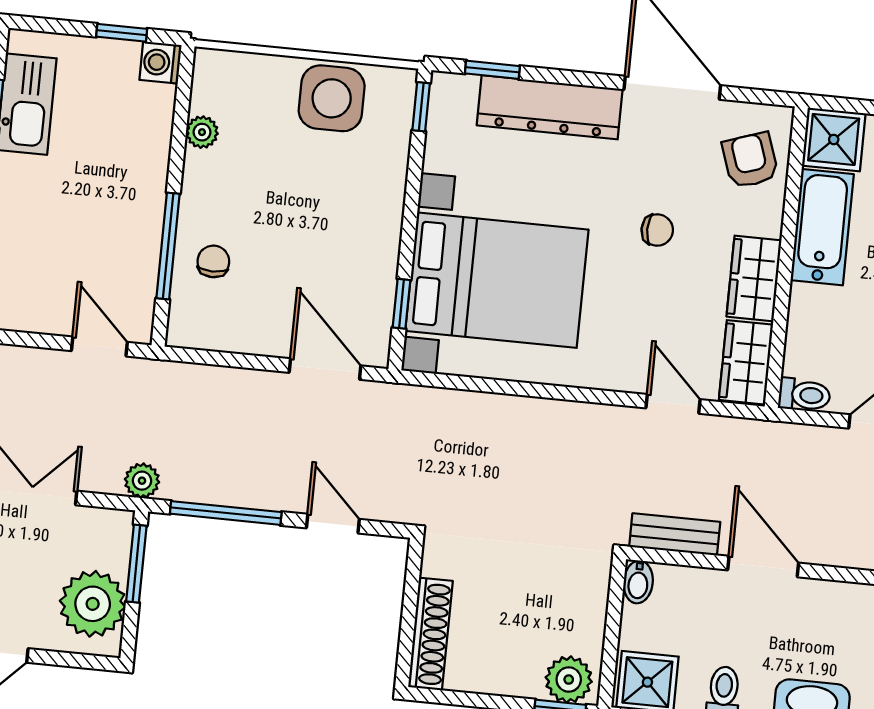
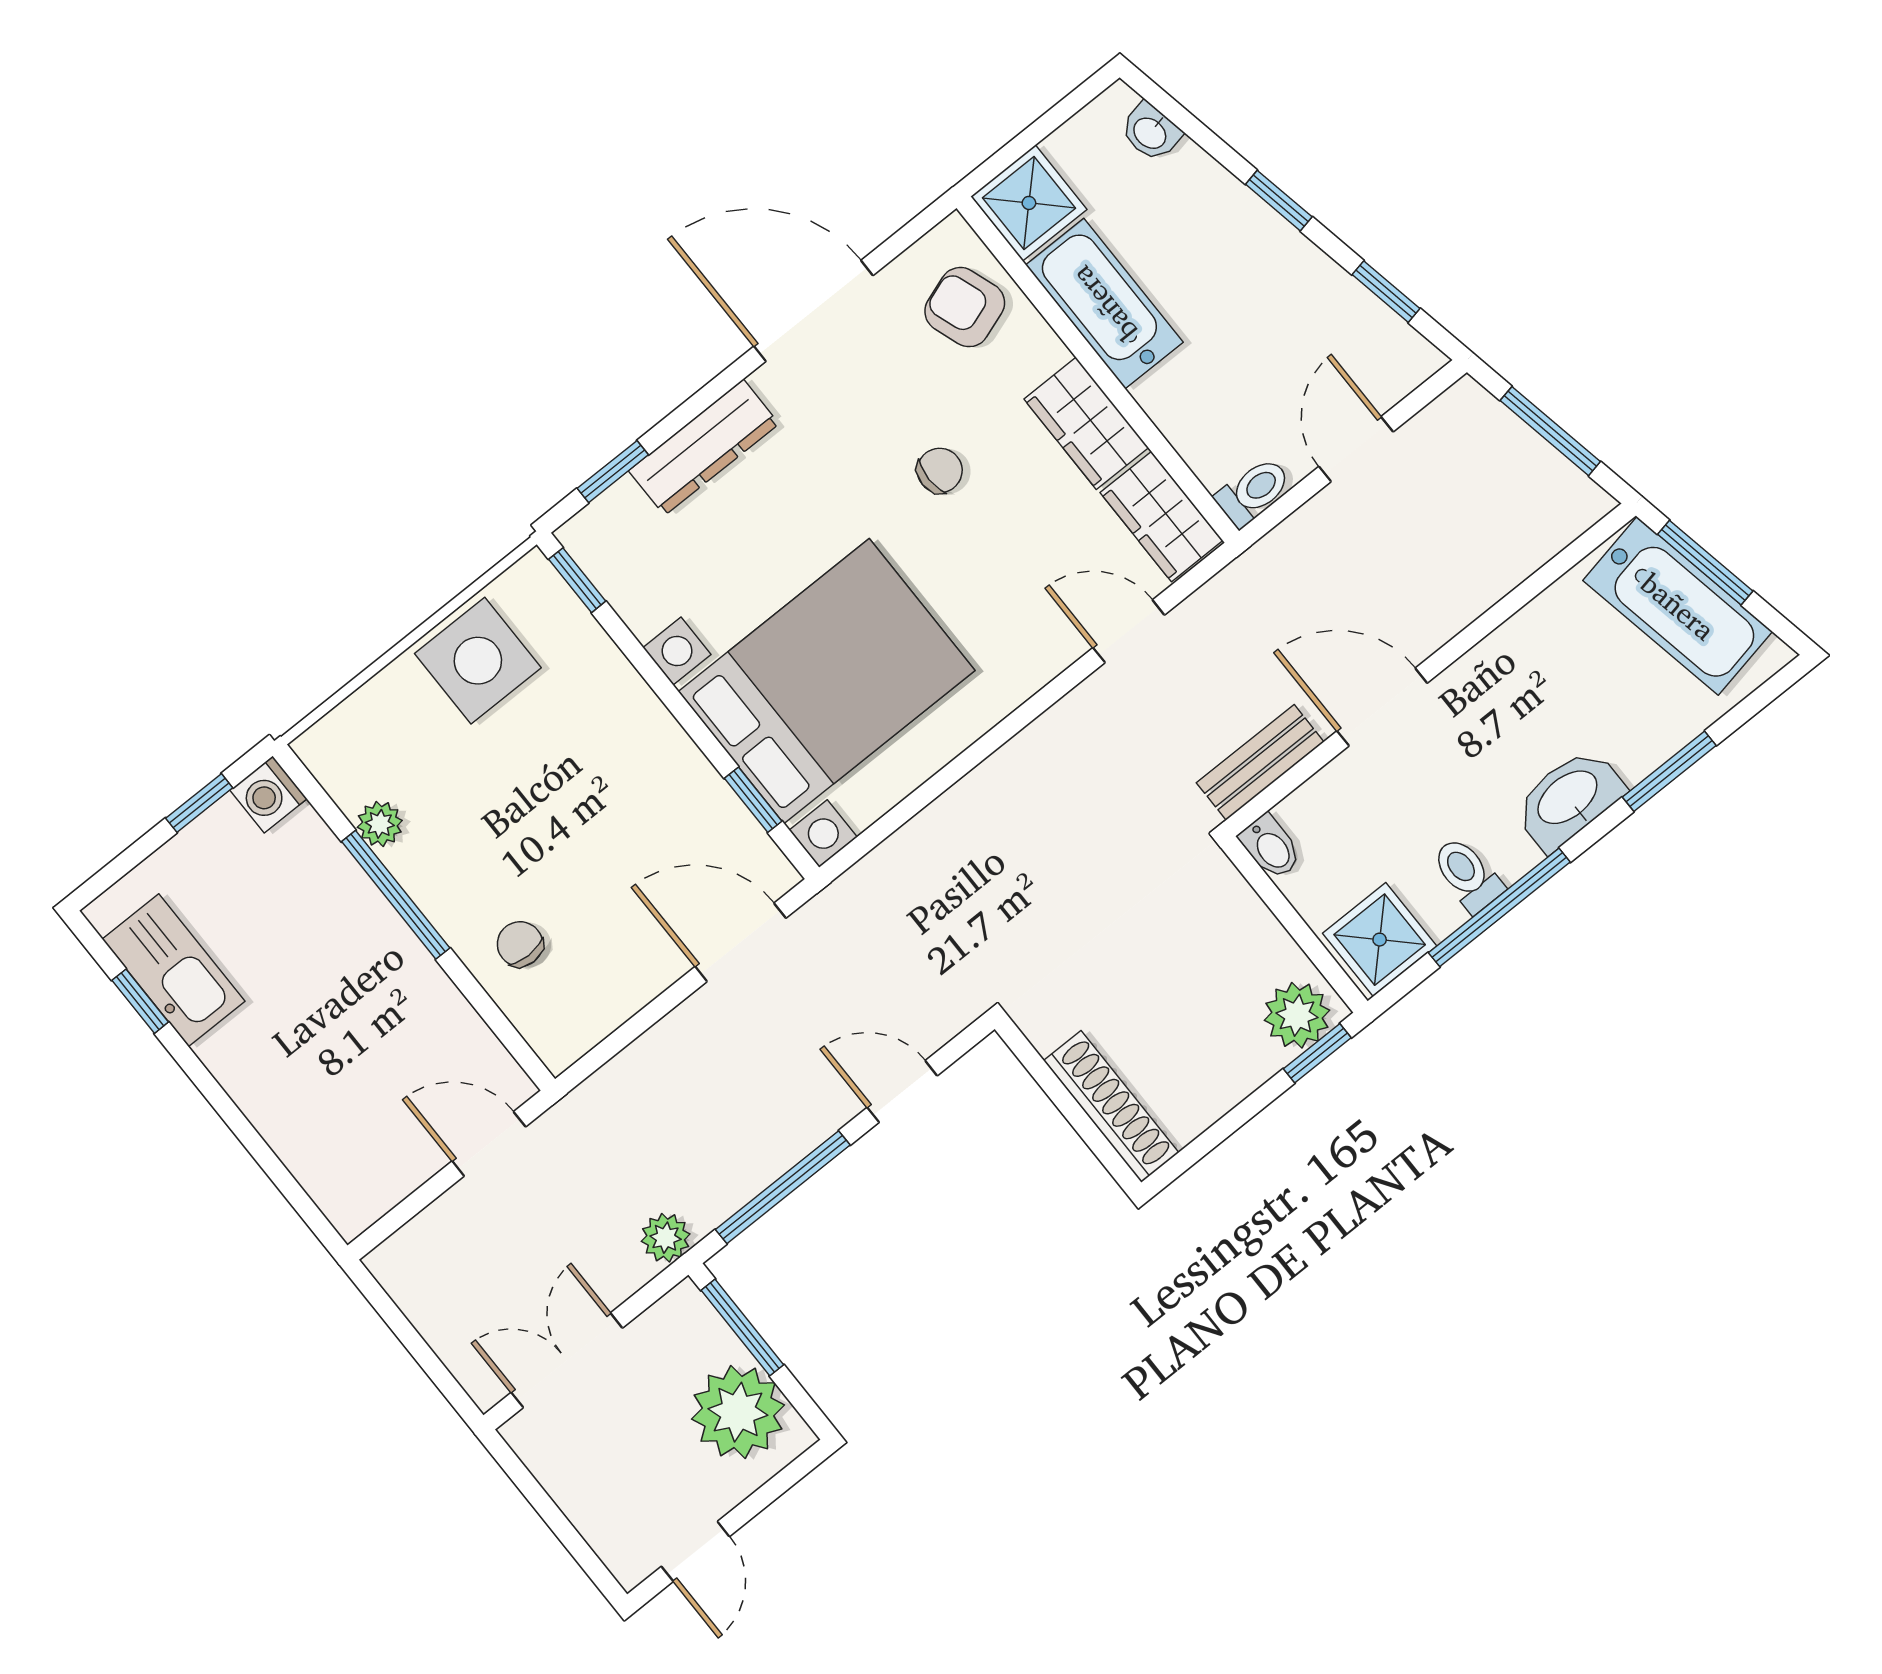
dresser: (550, 107) -> (704, 447), width x0.73, depth x0.80
window: (168, 246) -> (396, 895), moved

